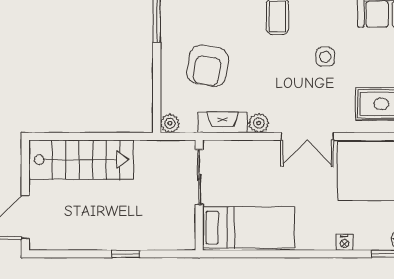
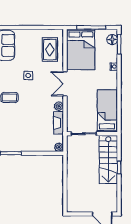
armchair: (208, 66) -> (32, 130), removed
double door: (307, 136) -> (65, 84), swing flipped
stairs: (81, 160) -> (108, 160), moved, turned 180

